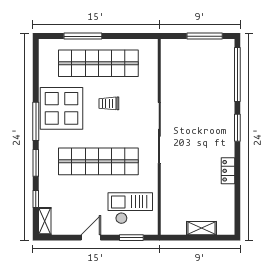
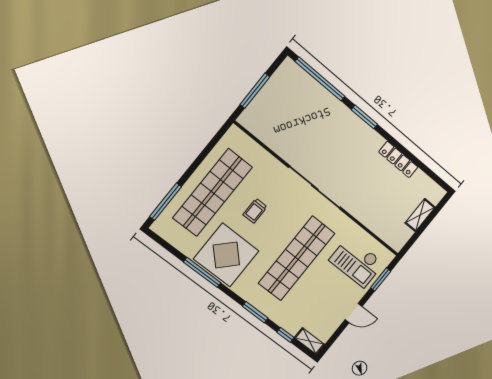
window: (83, 36) -> (166, 202), moved
window: (205, 36) -> (255, 91), moved
window: (36, 121) -> (202, 272), moved
locker: (228, 171) -> (398, 159), width x1.53
checkout: (130, 208) -> (357, 262), turned -90
door: (91, 238) -> (354, 313), swing flipped

